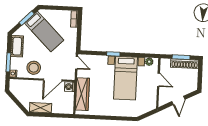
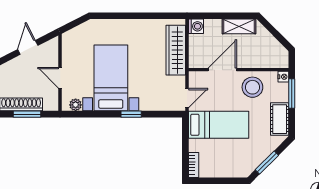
bed: (44, 32) -> (219, 125), moved, turned 135
door: (77, 63) -> (187, 98), swing flipped
washing machine: (70, 87) -> (196, 26), moved

